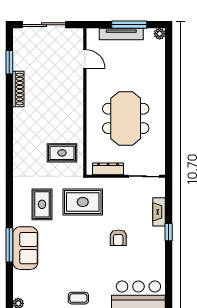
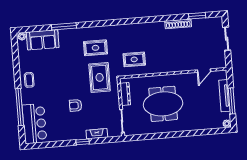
sliding door: (44, 25) -> (227, 39), width x0.73
rug: (62, 153) -> (134, 59), turned 90
sofa: (25, 248) -> (43, 40), moved

